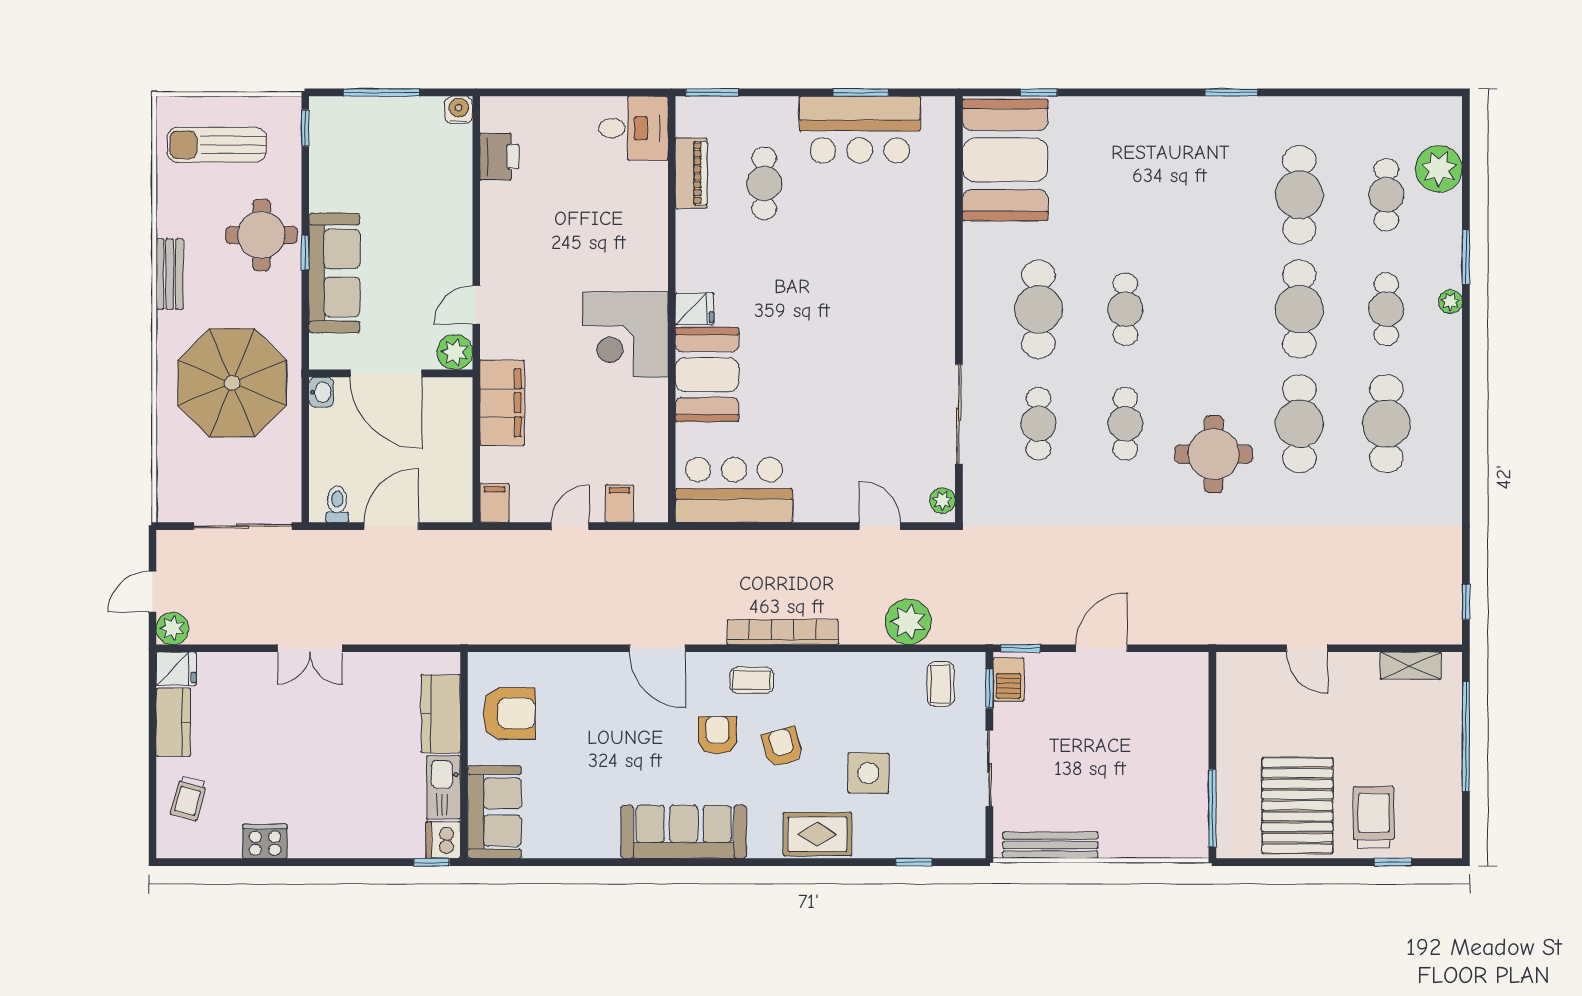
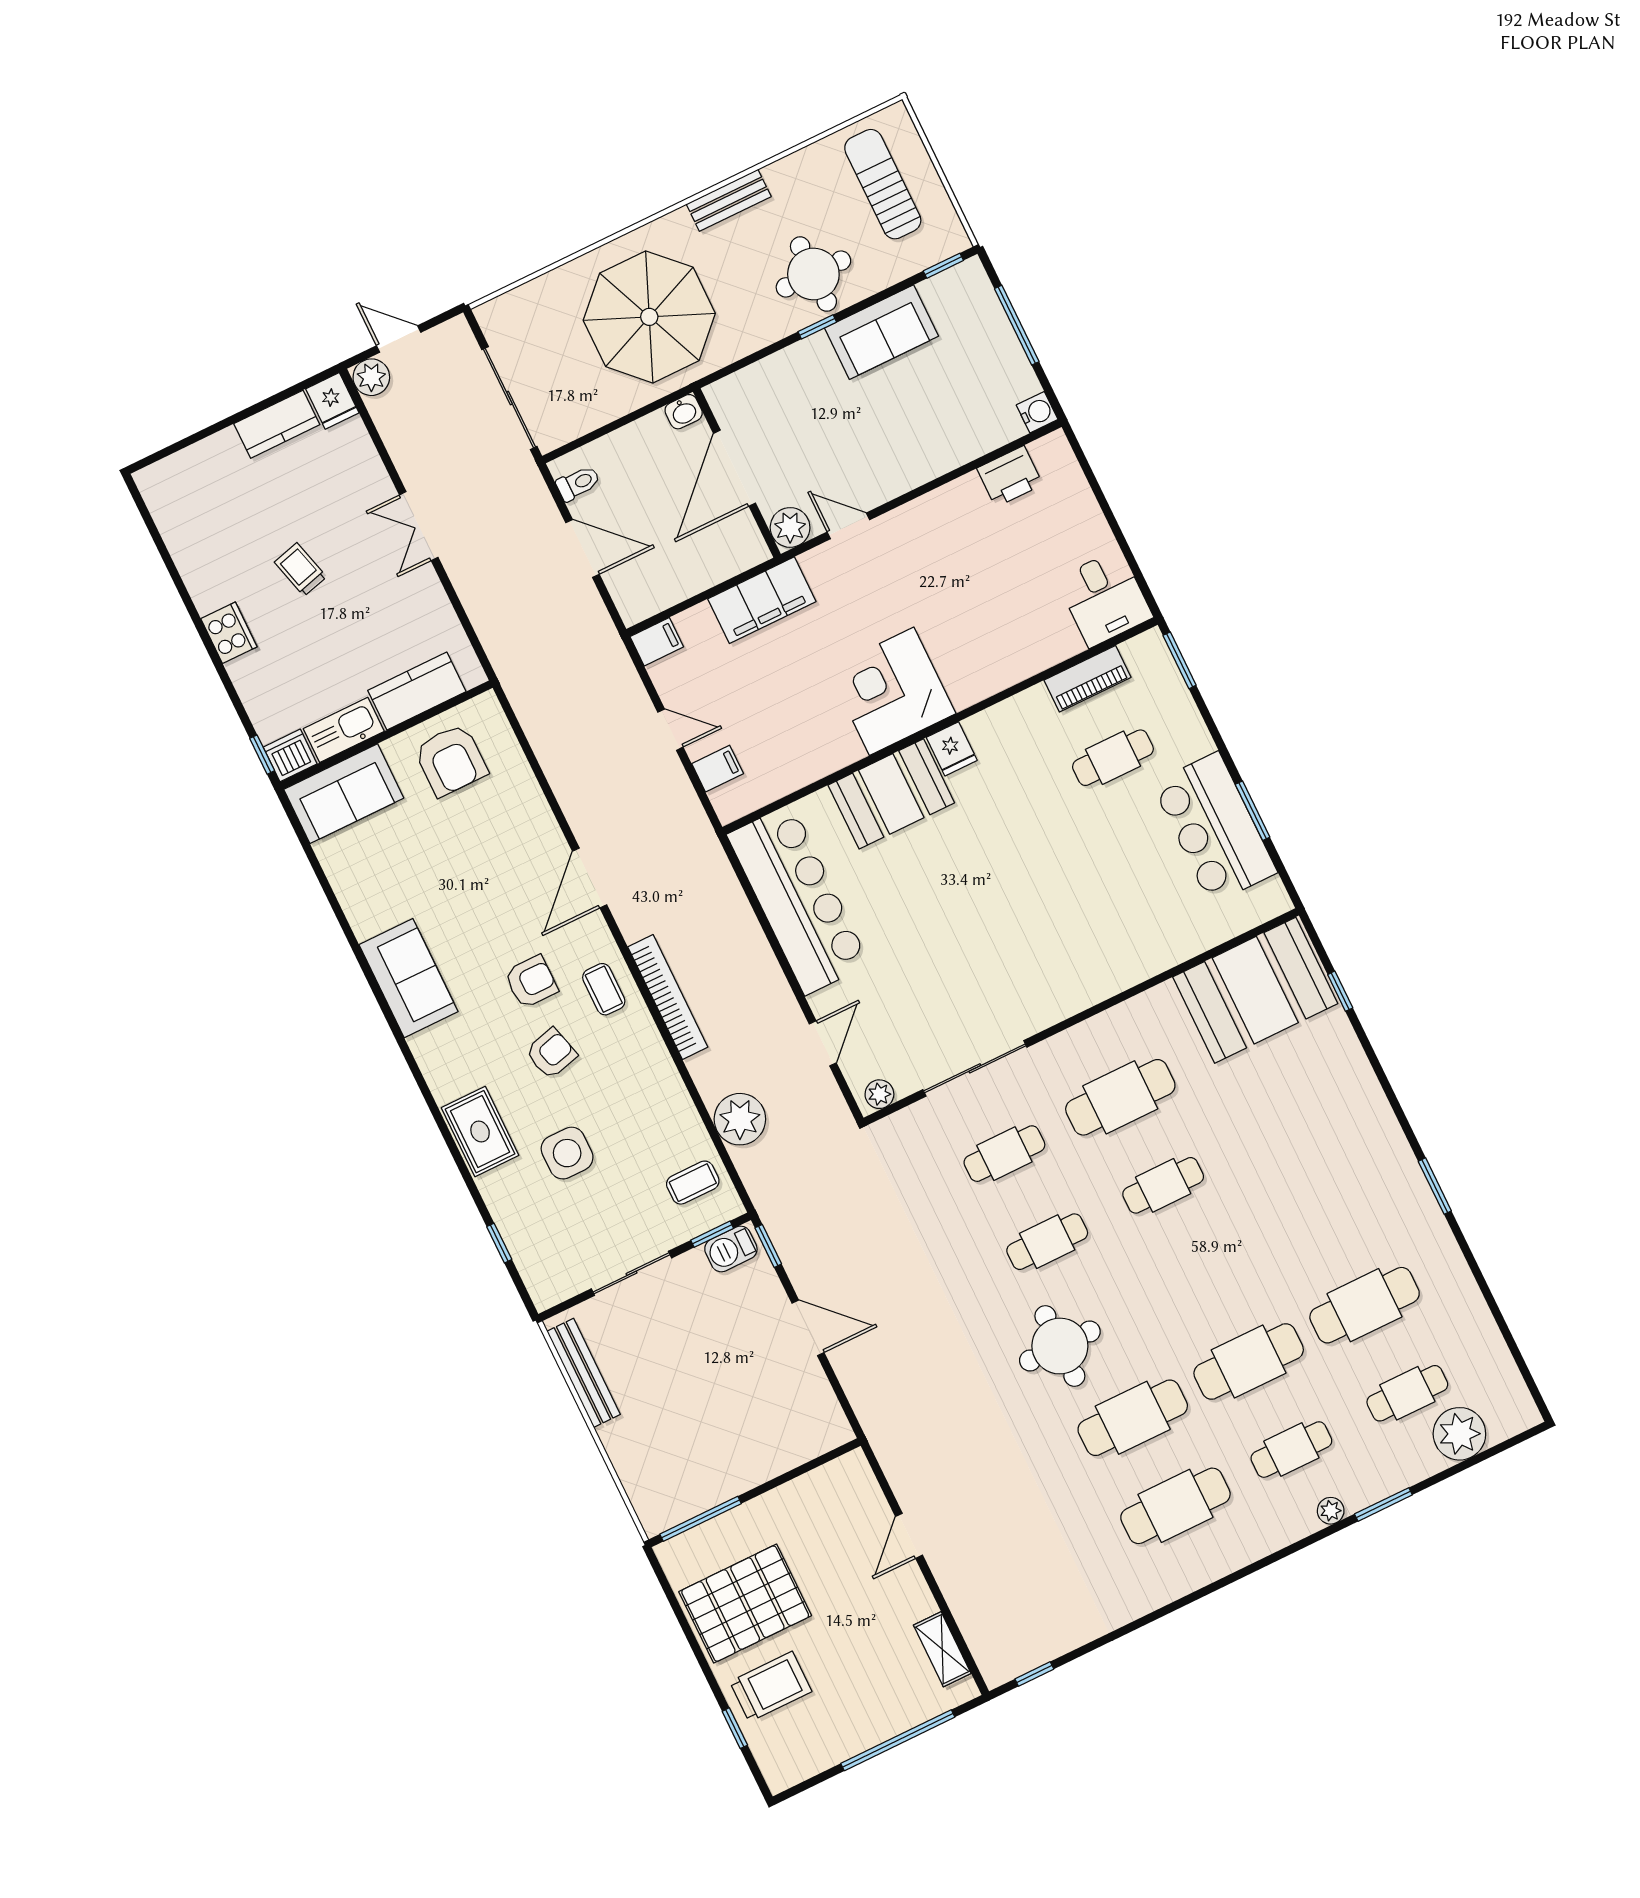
sofa: (334, 273) -> (882, 332), moved, width x0.73
bar counter: (734, 490) -> (798, 899), width x1.36
trolley: (188, 798) -> (300, 569), moved, turned 60
sofa: (684, 832) -> (409, 978), width x0.73
cooker: (265, 841) -> (229, 633), moved

